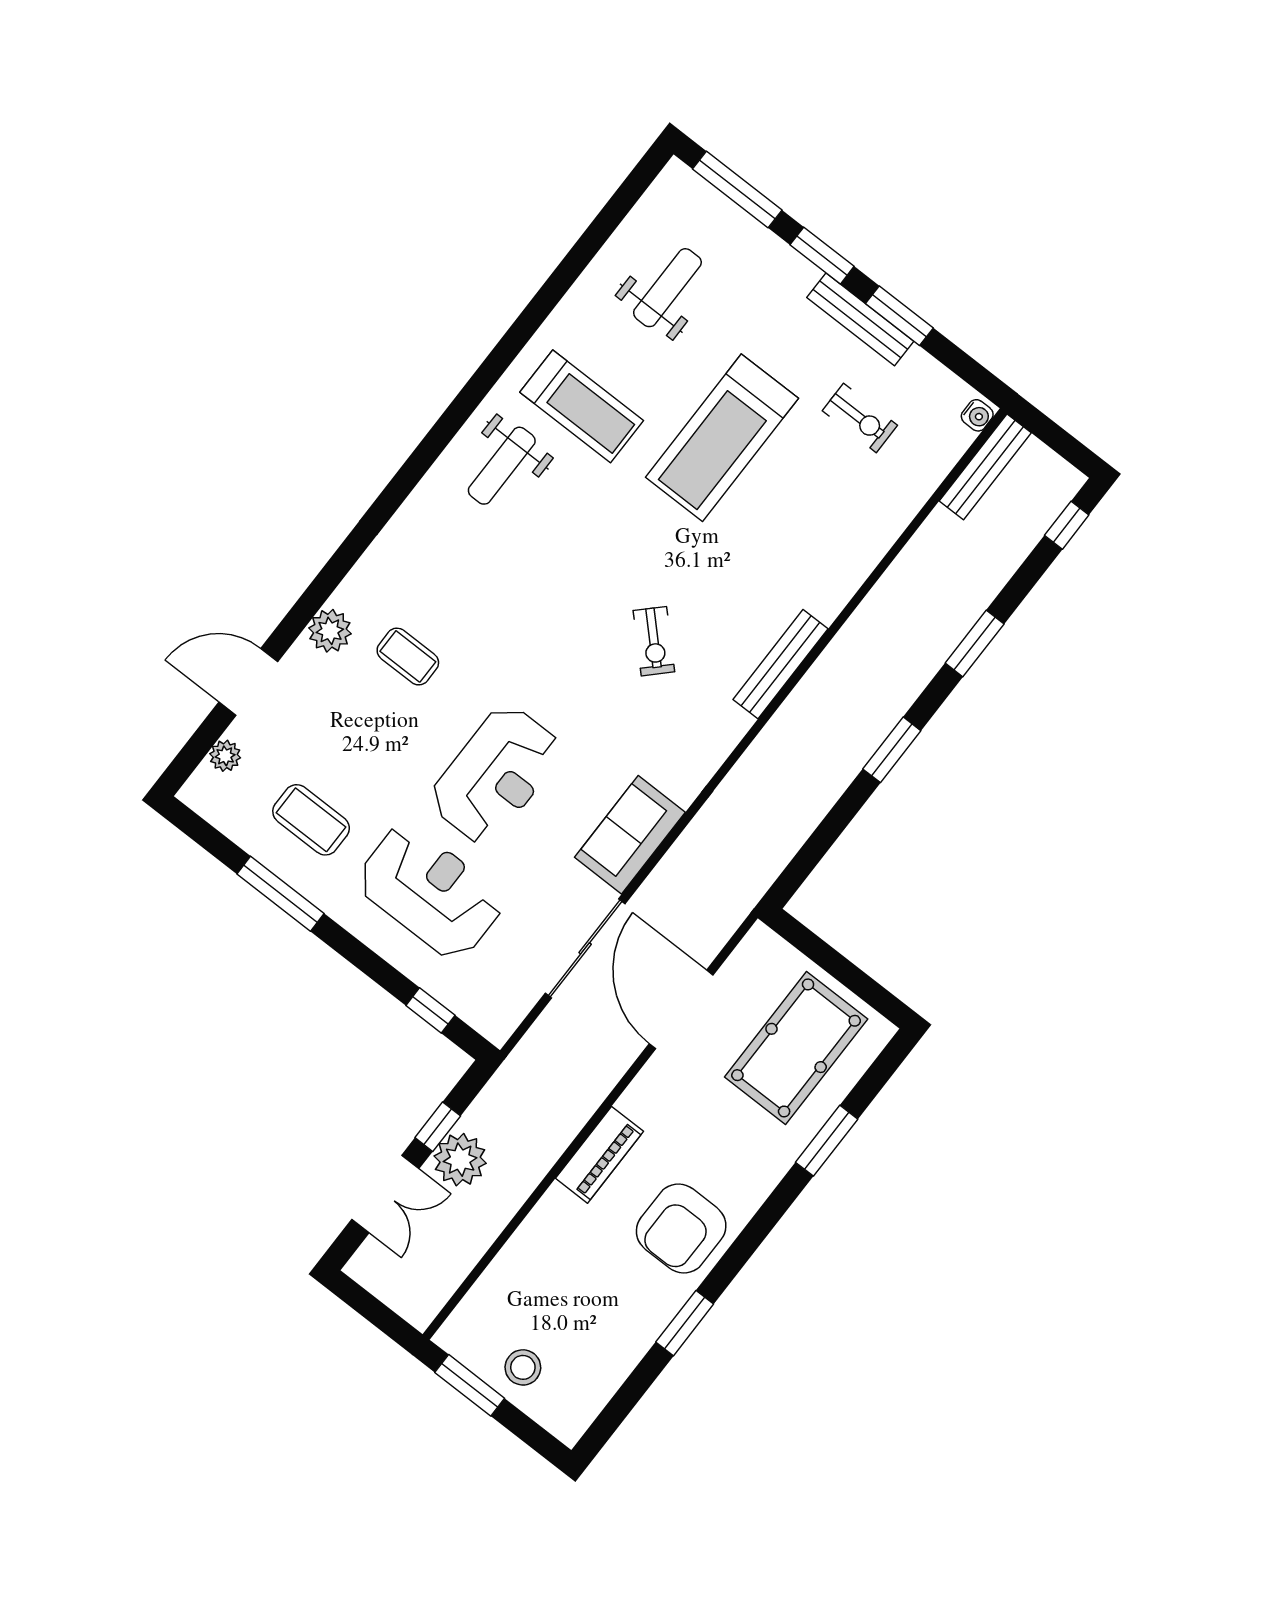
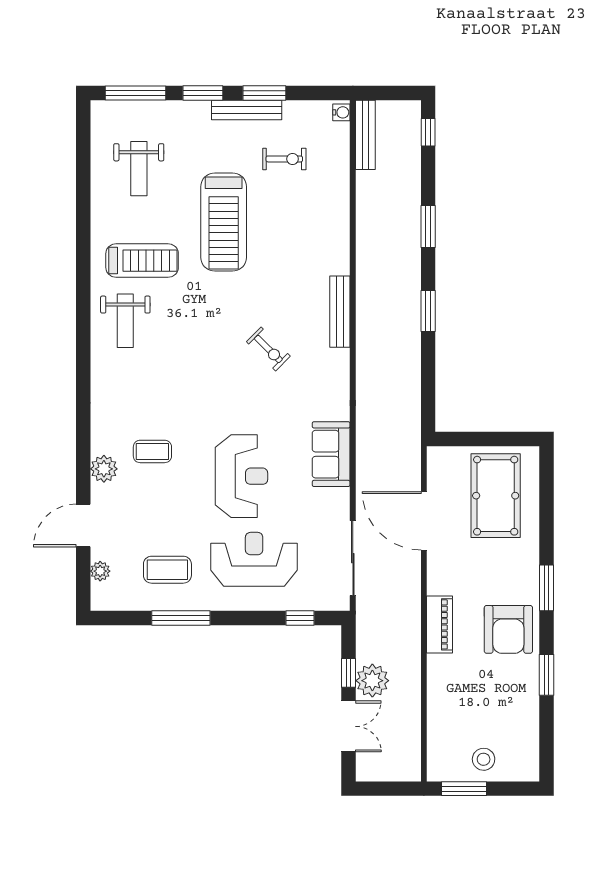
weight bench: (667, 288) -> (139, 169), turned 180
sliding door: (585, 948) -> (353, 558), moved
window: (827, 1141) -> (547, 588), moved

